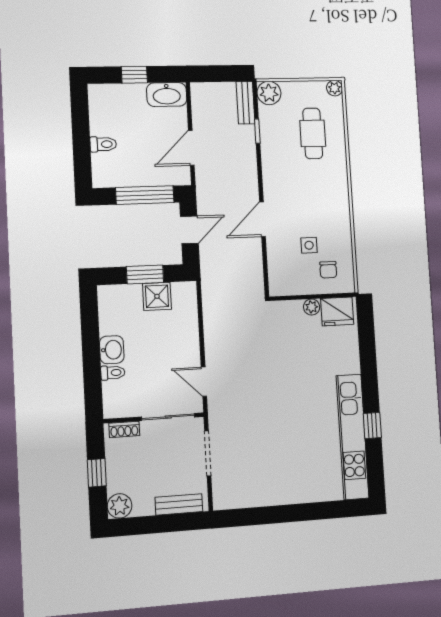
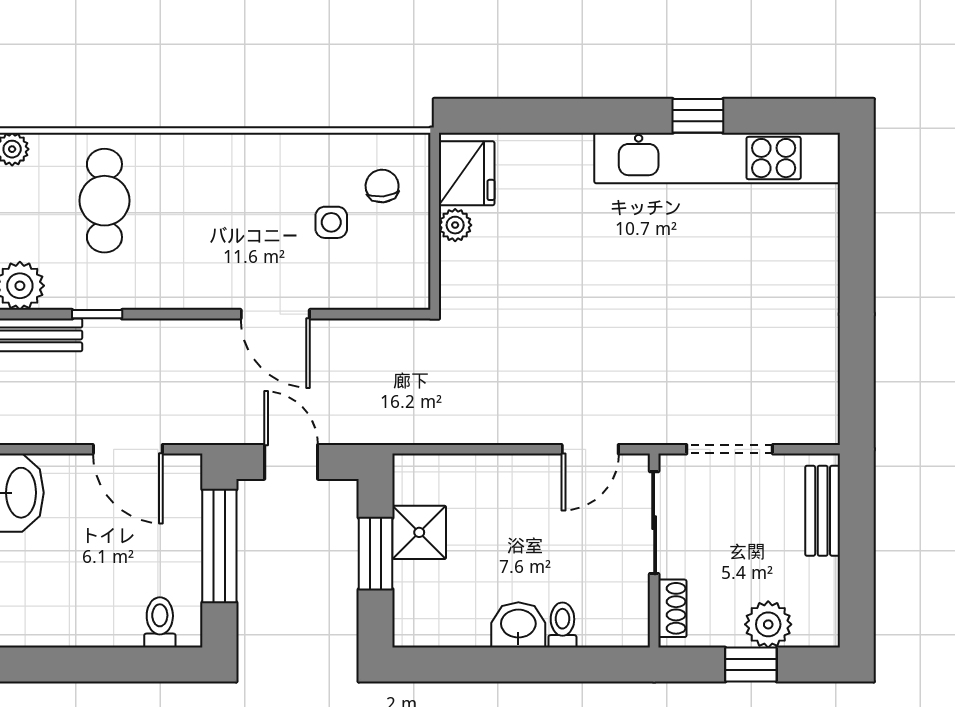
cafe table: (313, 133) -> (104, 201), turned 90
toilet: (103, 144) -> (160, 622), moved
chair: (328, 270) -> (382, 186), turned -96
plant: (120, 506) -> (768, 624), moved

